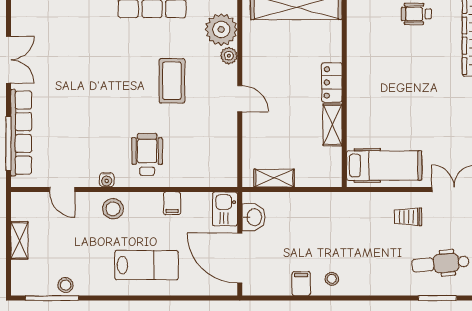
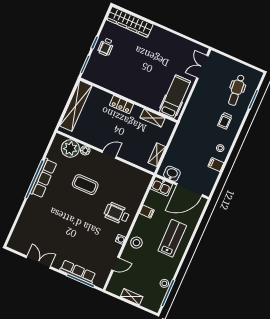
shelving: (332, 125) -> (153, 118), moved
row of seats: (21, 133) -> (78, 272), width x0.73
trolley: (408, 217) -> (225, 121), moved

